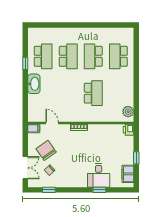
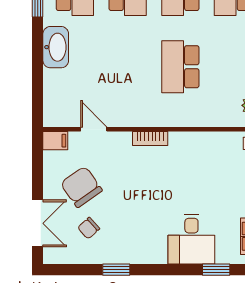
school desk: (93, 93) -> (180, 67), turned 180
window: (49, 190) -> (116, 270), moved
window: (99, 190) -> (216, 270), moved

